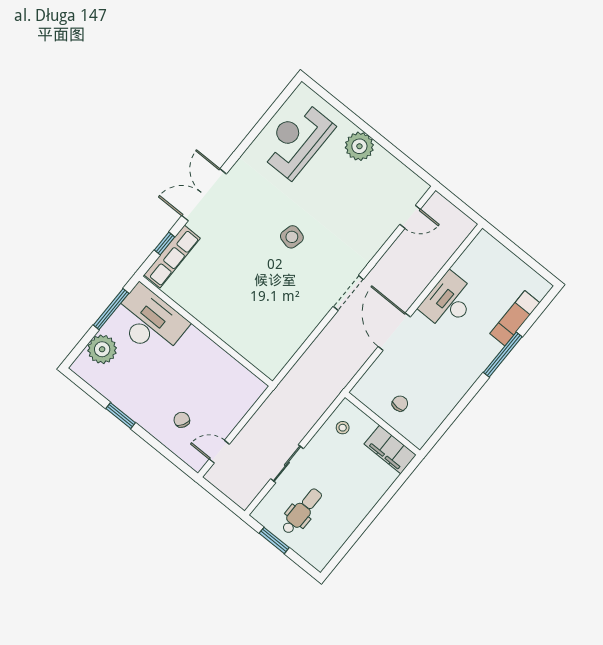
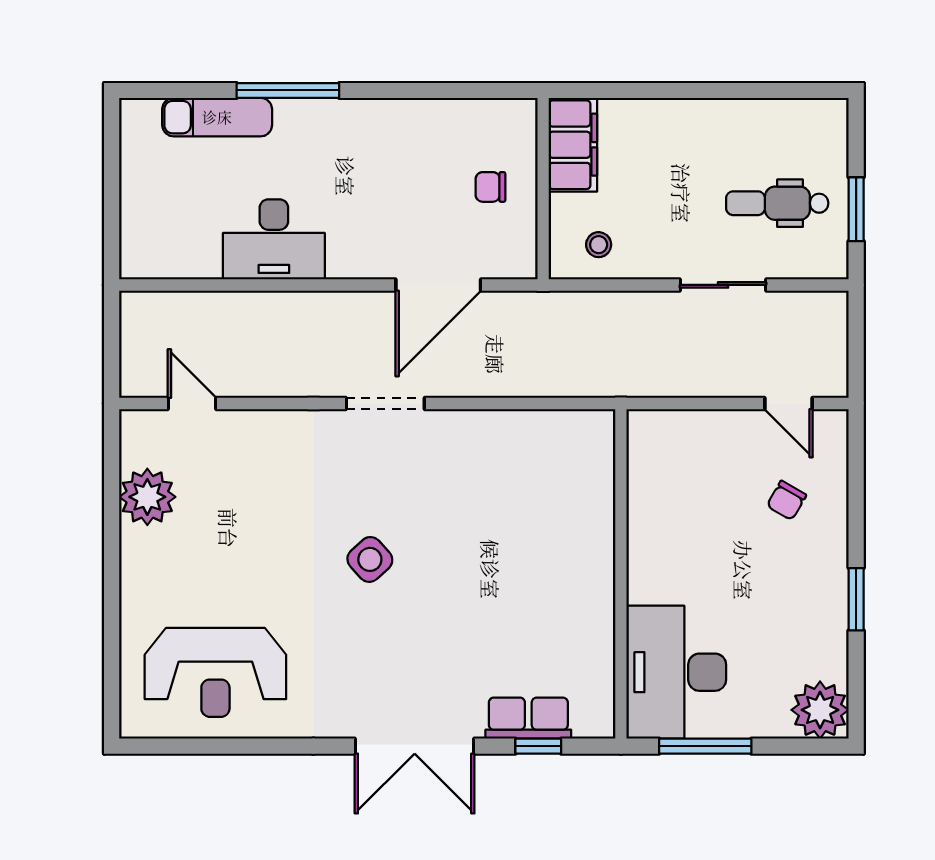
plant: (359, 146) -> (147, 497), moved
side table: (292, 237) -> (370, 559), turned 34
row of seats: (172, 257) -> (528, 718), width x0.68
door: (394, 332) -> (438, 285), moved
plant: (102, 349) -> (820, 710), moved

